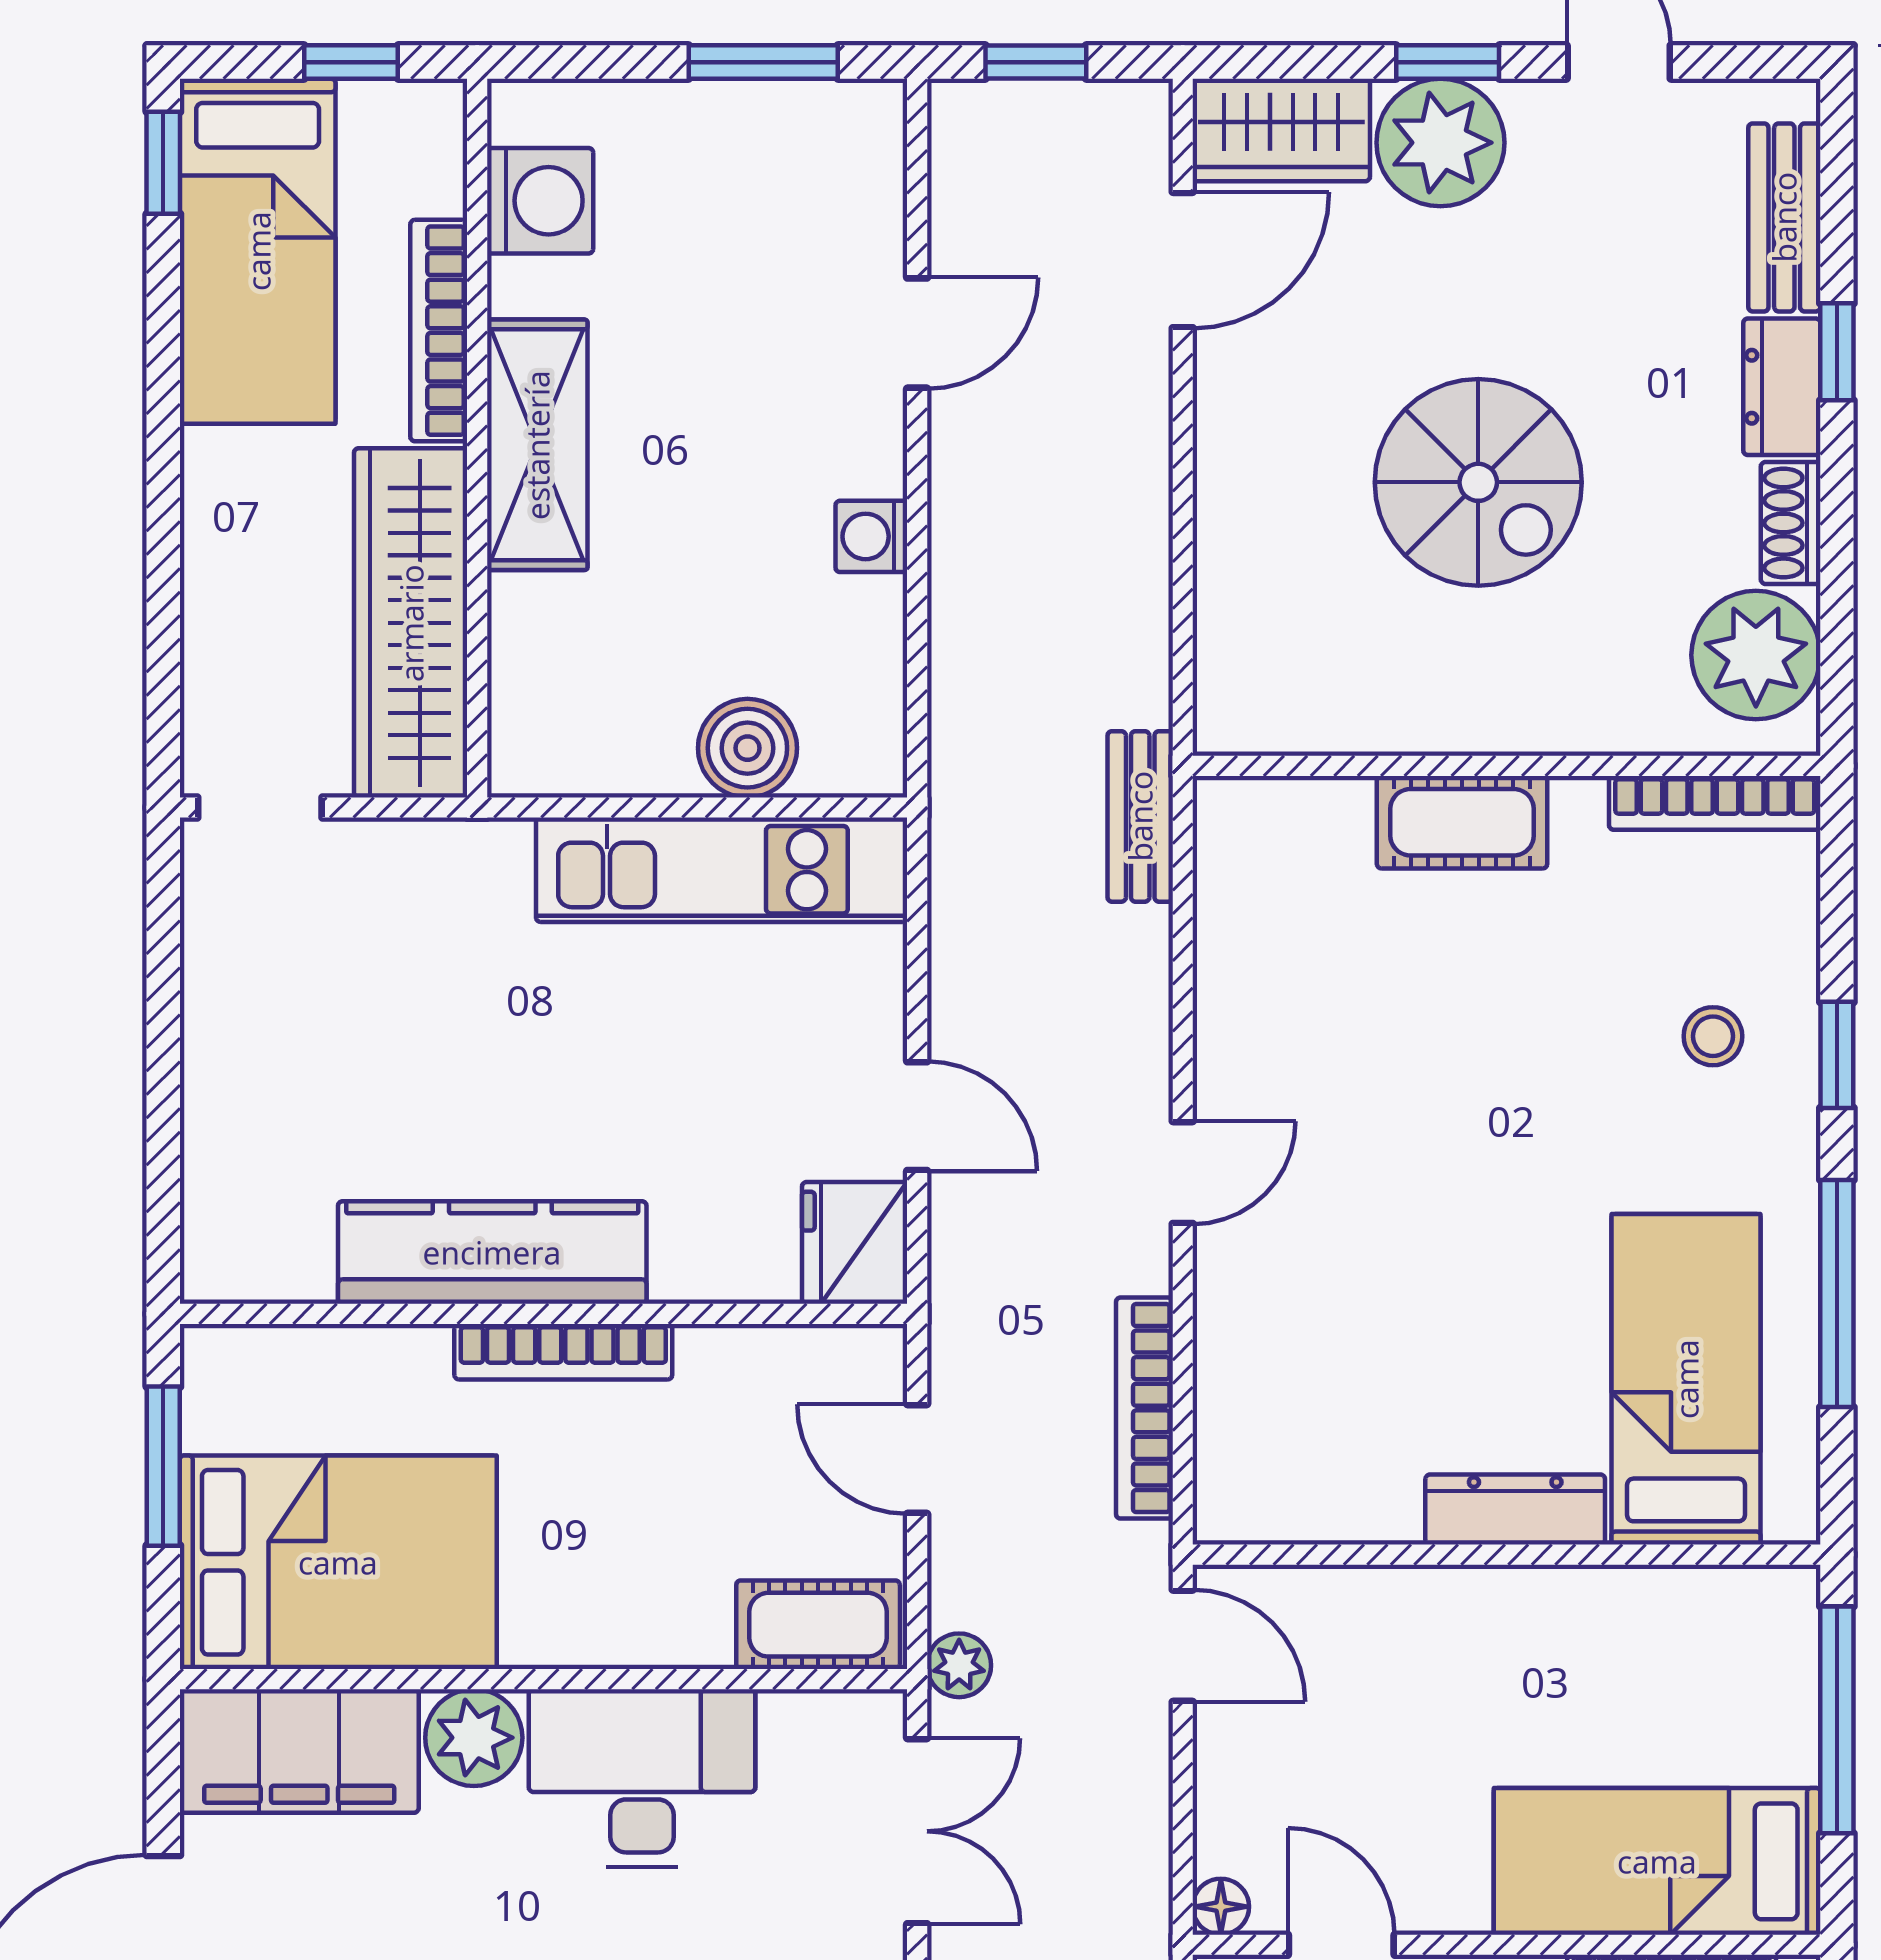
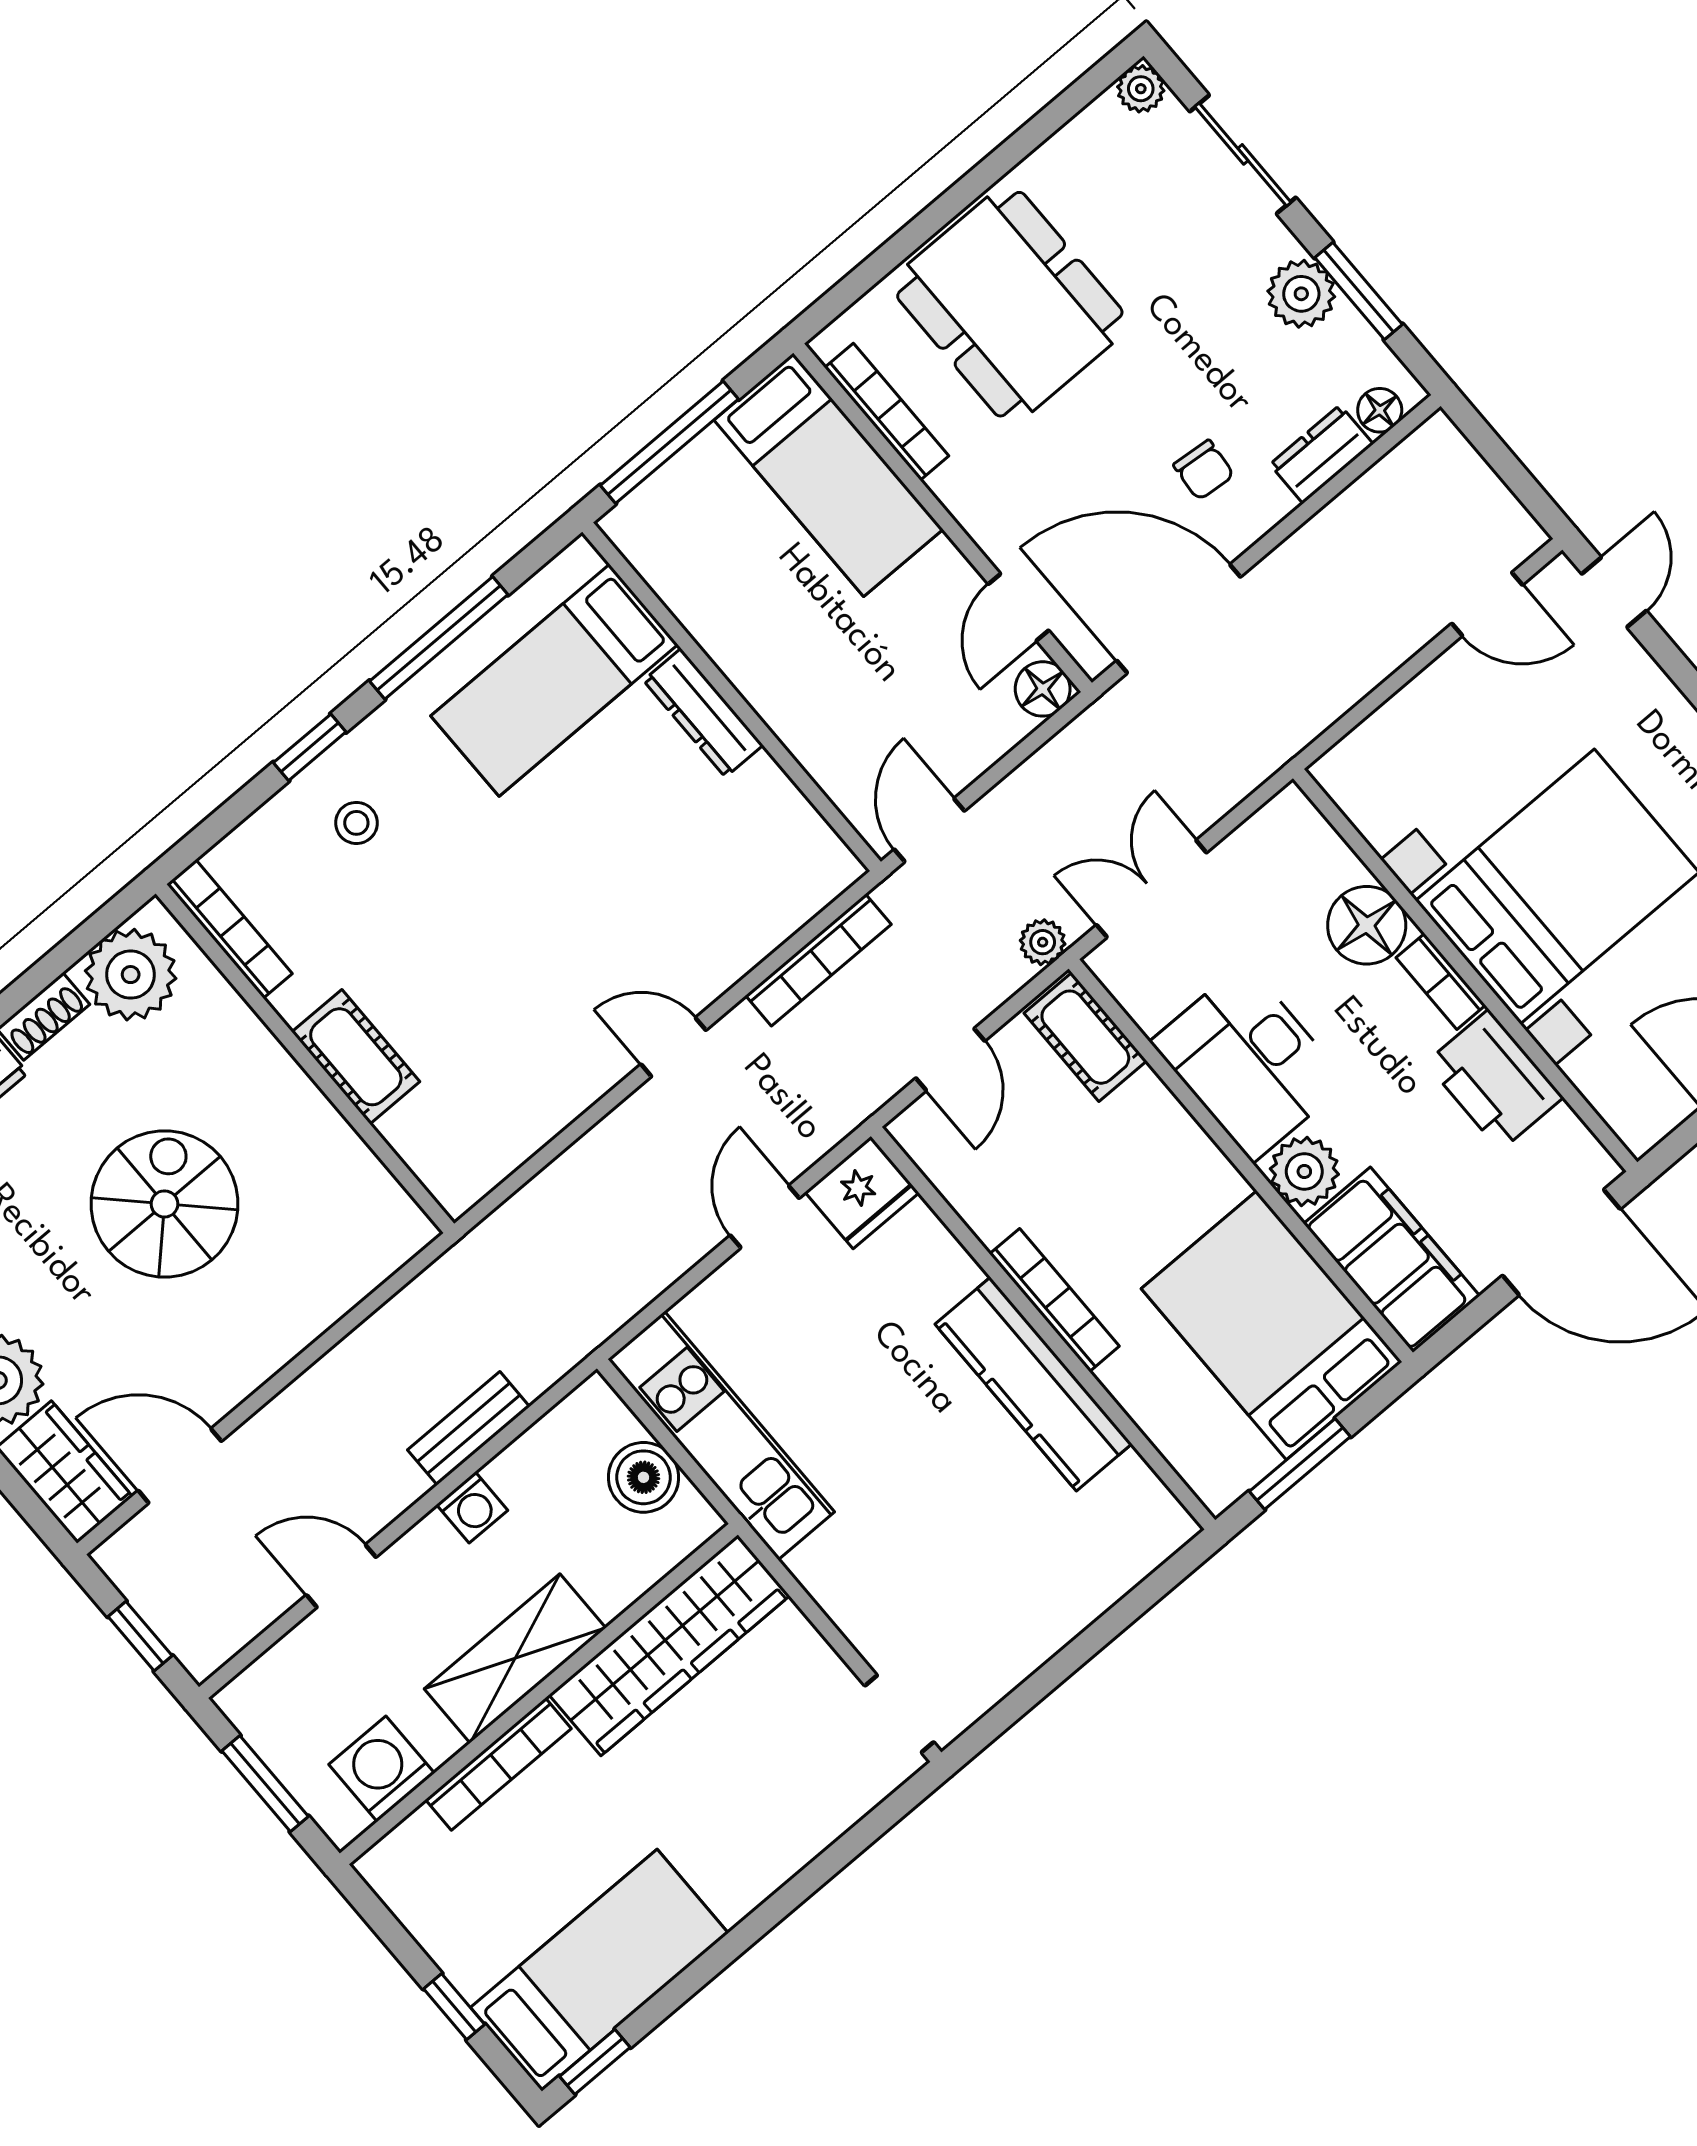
washing machine: (540, 201) -> (382, 1769), moved
bookcase: (439, 331) -> (498, 1764), moved
wall: (477, 438) -> (539, 1694), moved
shelving: (537, 445) -> (515, 1658), moved
wardrobe: (411, 623) -> (669, 1645), moved
bench: (1140, 816) -> (469, 1428), moved
floor lamp: (1221, 1907) -> (1043, 689), width x1.37, depth x1.37

